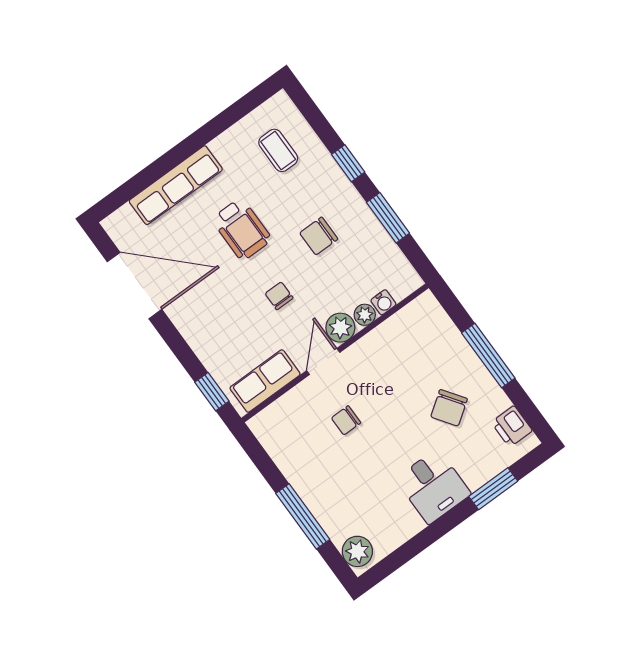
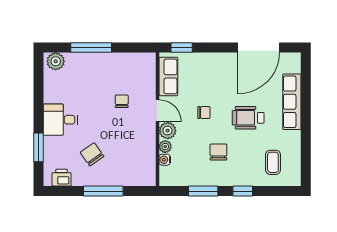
coffee table: (278, 150) -> (273, 162), turned 90

